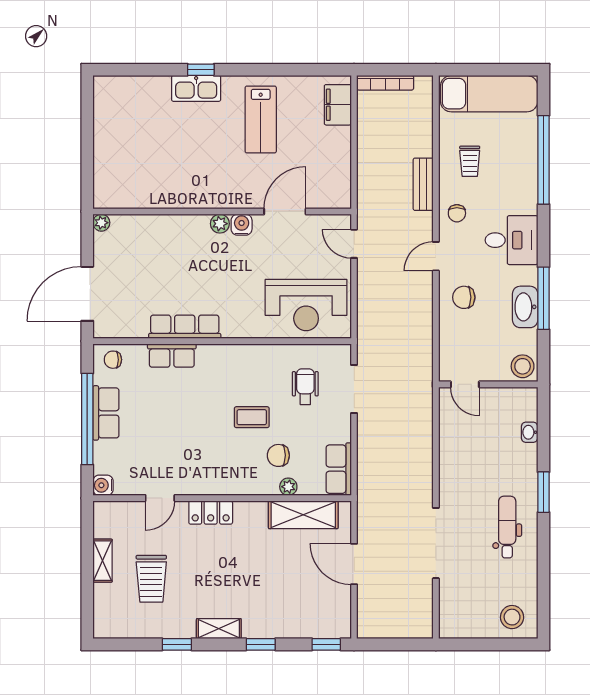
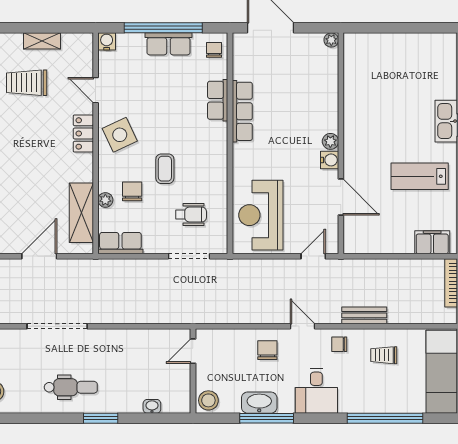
side table: (212, 470) -> (120, 135), added

